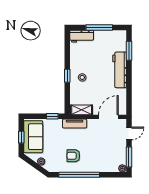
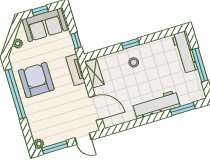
workbench: (82, 36) -> (185, 52), width x1.38
armchair: (73, 156) -> (36, 80), width x1.88, depth x1.88

